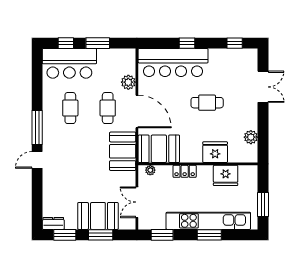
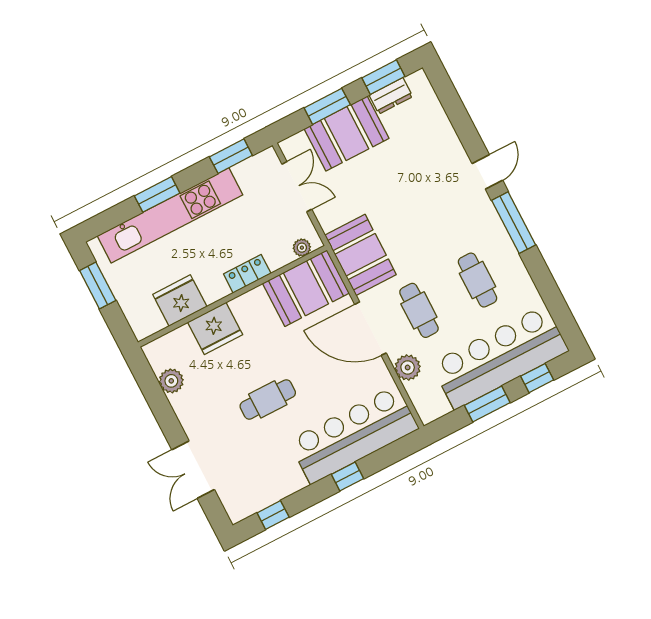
bar counter: (69, 63) -> (500, 357), width x1.36
dresser: (53, 223) -> (391, 96), moved

